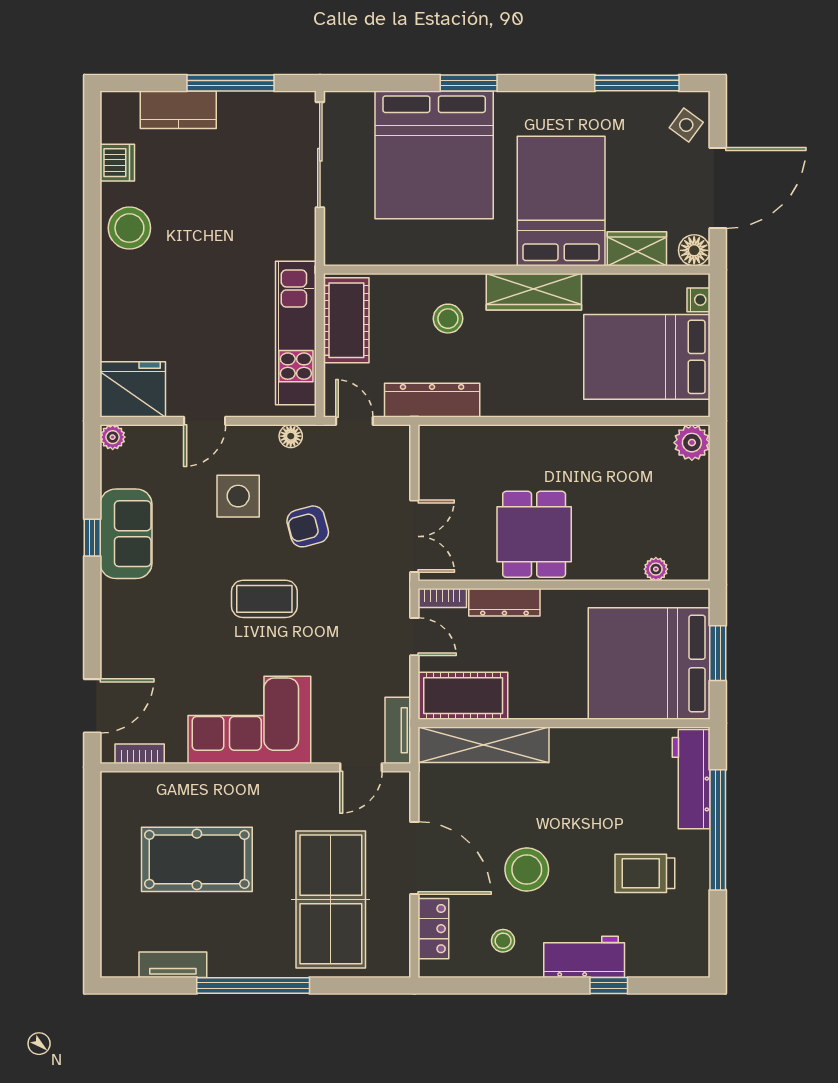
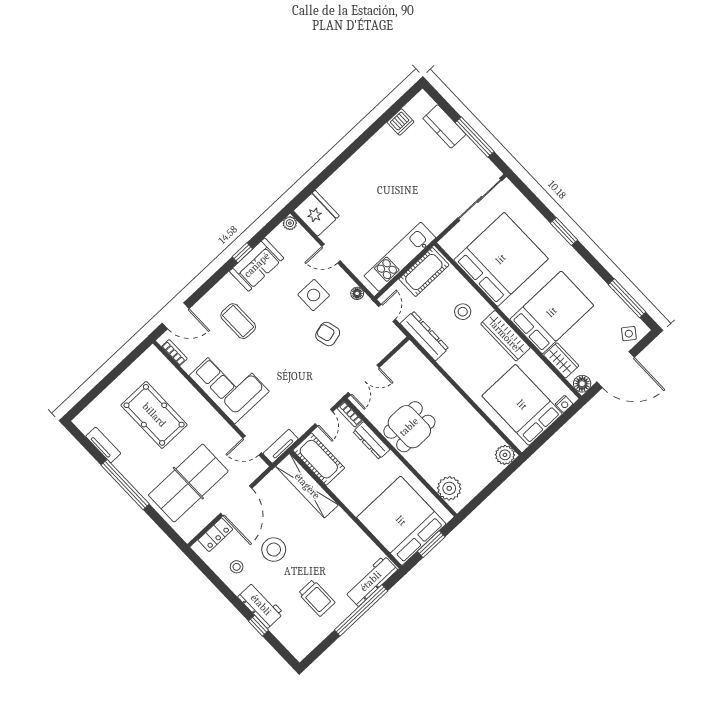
bed: (434, 155) -> (501, 259), moved, turned 180
stool: (129, 228) -> (379, 151), removed
plant: (656, 569) -> (449, 488), width x1.88, depth x1.88
coffee table: (264, 599) -> (238, 321), moved
trolley: (645, 873) -> (317, 598), turned 180

